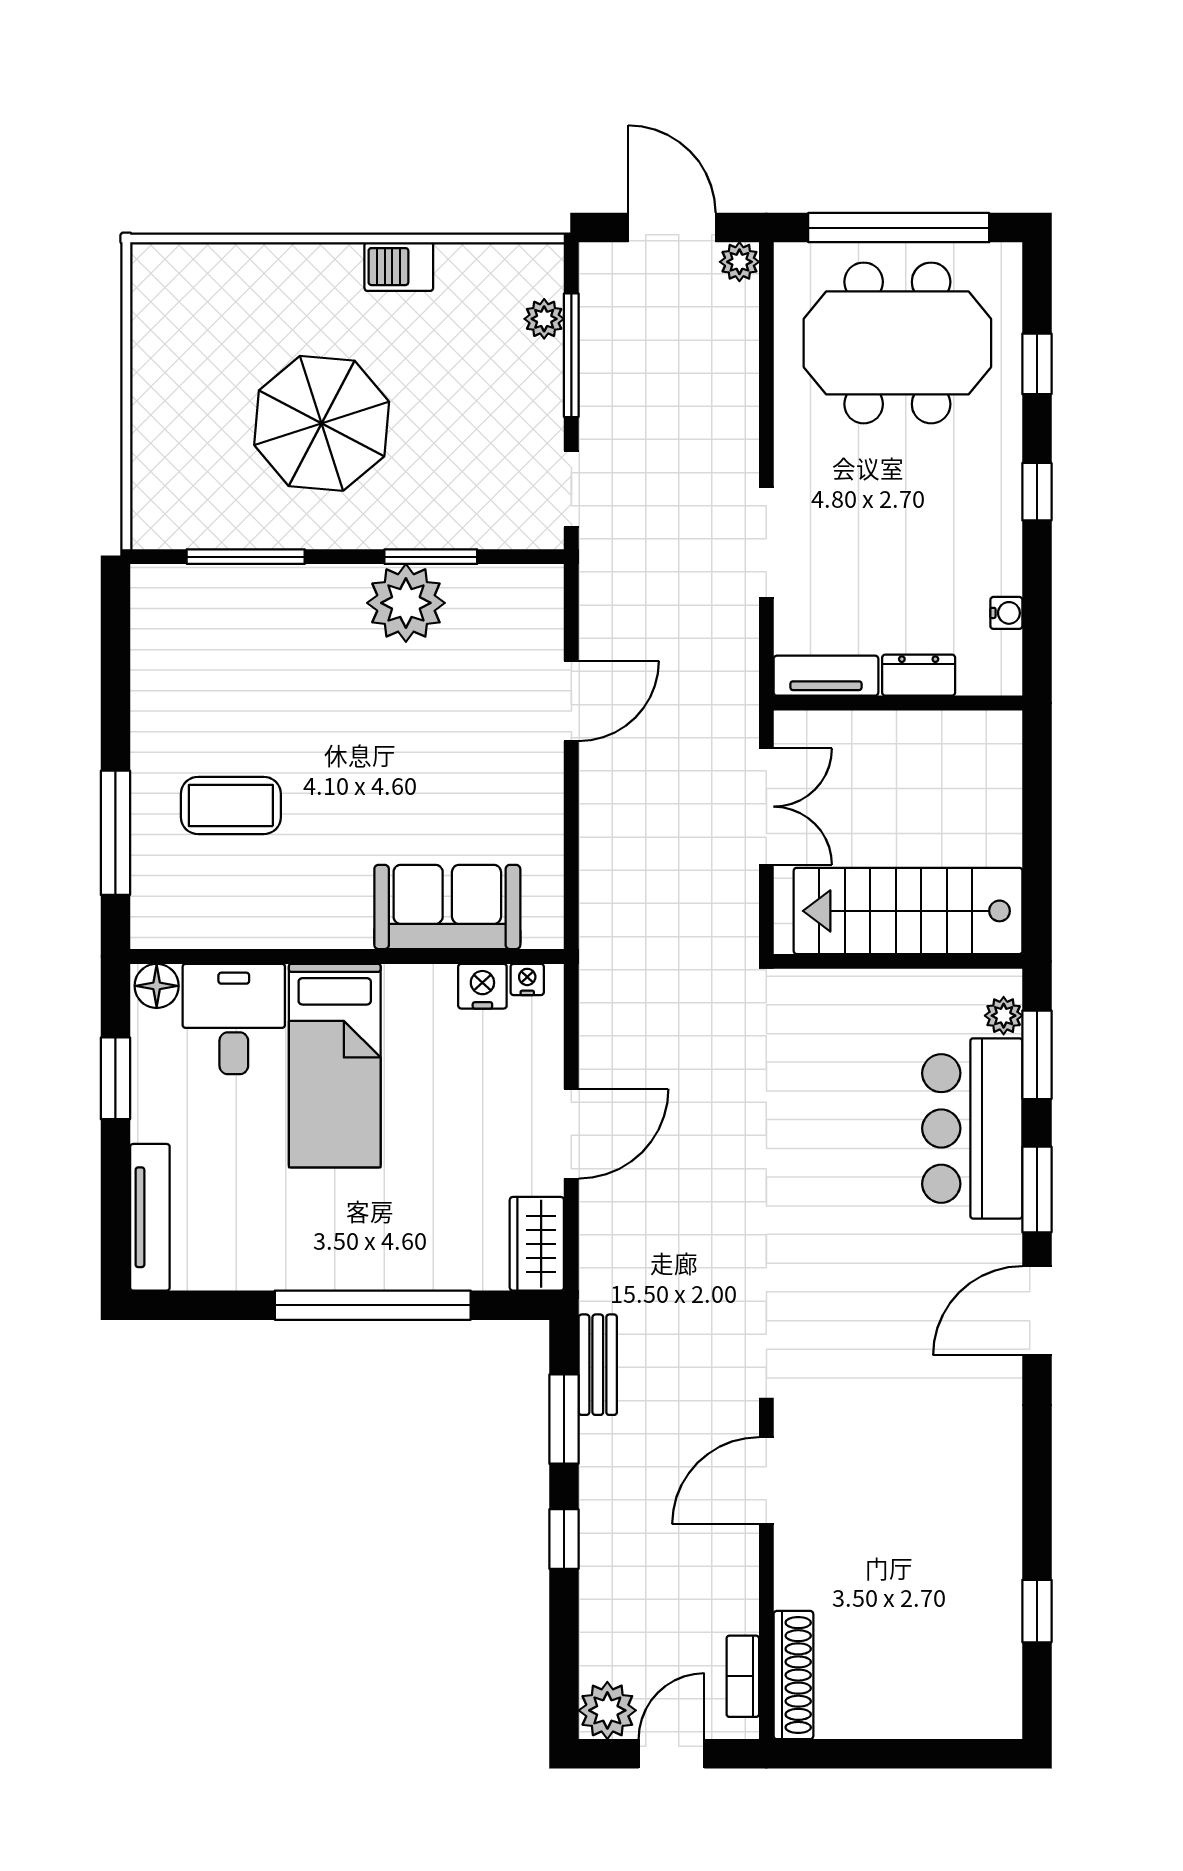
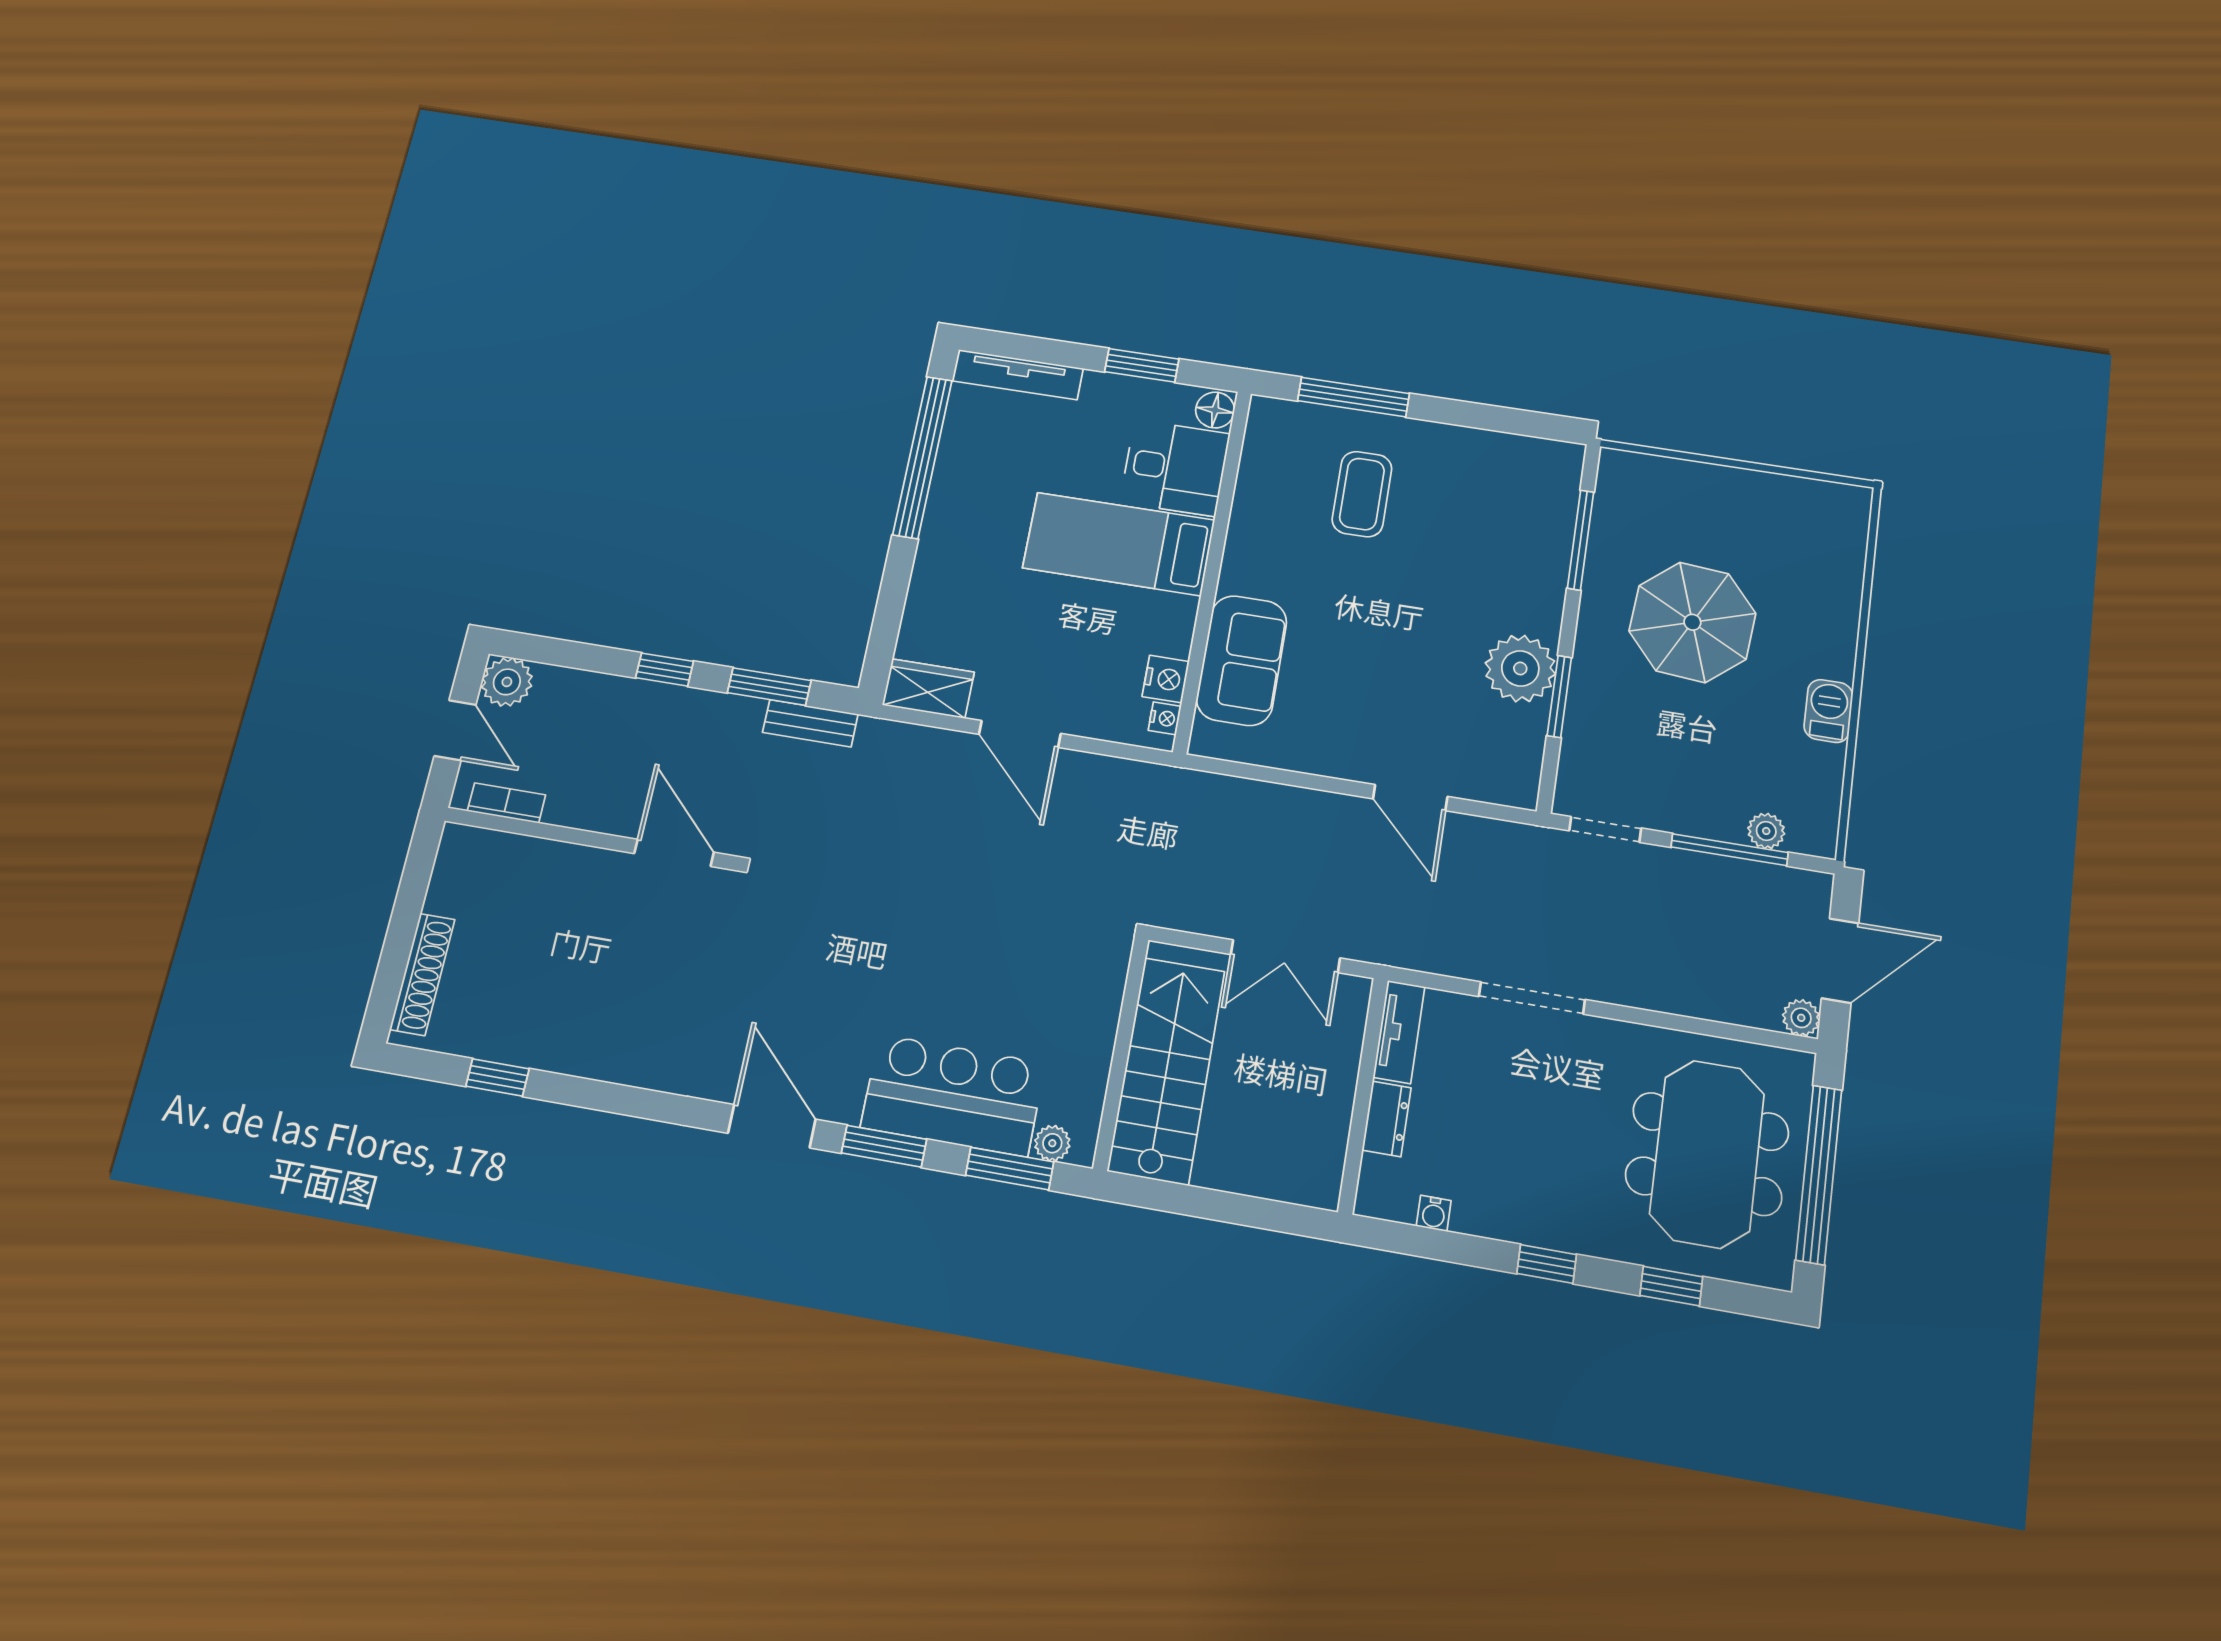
window: (373, 1305) -> (923, 457), moved
shoe rack: (793, 1675) -> (422, 974), moved, turned -90

